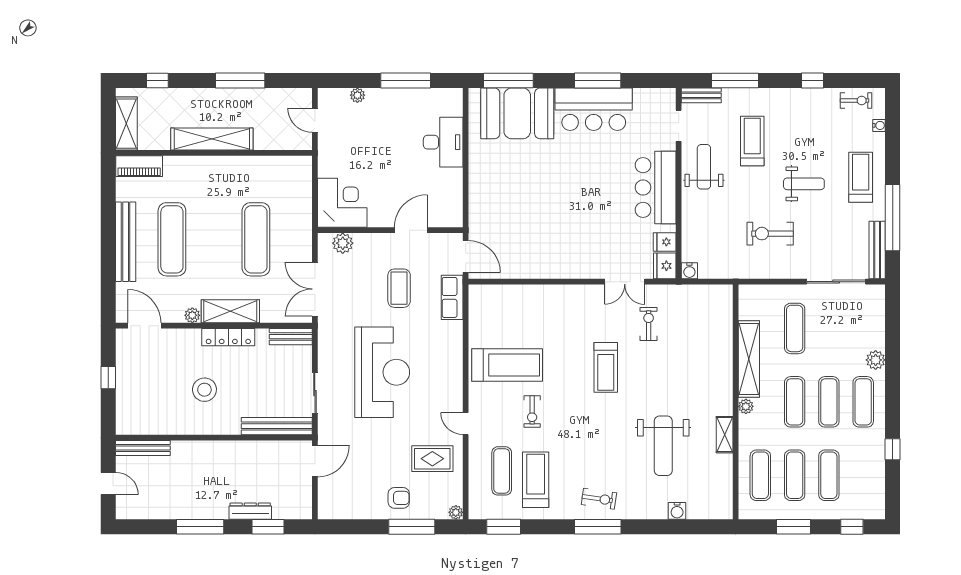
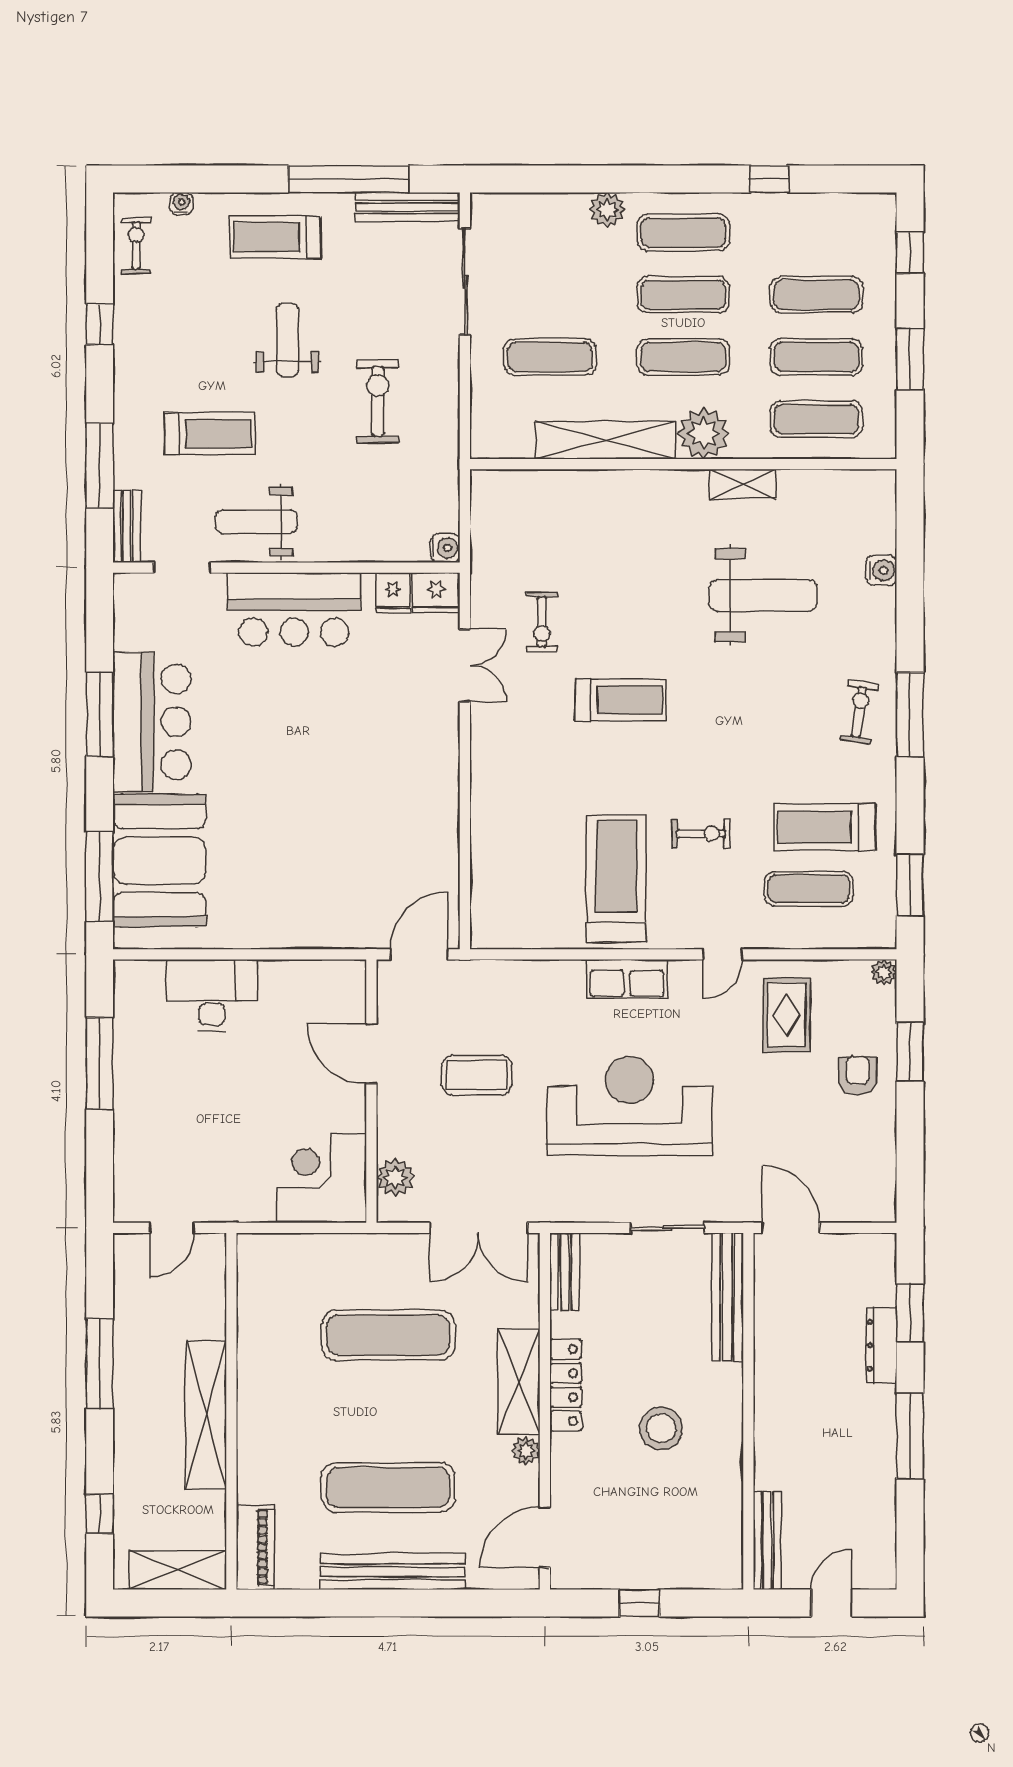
plant: (357, 95) -> (127, 1151), removed
treadmill: (752, 141) -> (210, 434), turned 180
exercise bike: (770, 234) -> (378, 401), turned 180
row of seats: (452, 297) -> (627, 979), moved
exercise bike: (649, 324) -> (542, 622), turned -90
plant: (746, 406) -> (704, 434), width x1.87, depth x1.87
window: (412, 527) -> (910, 1052), width x0.69

